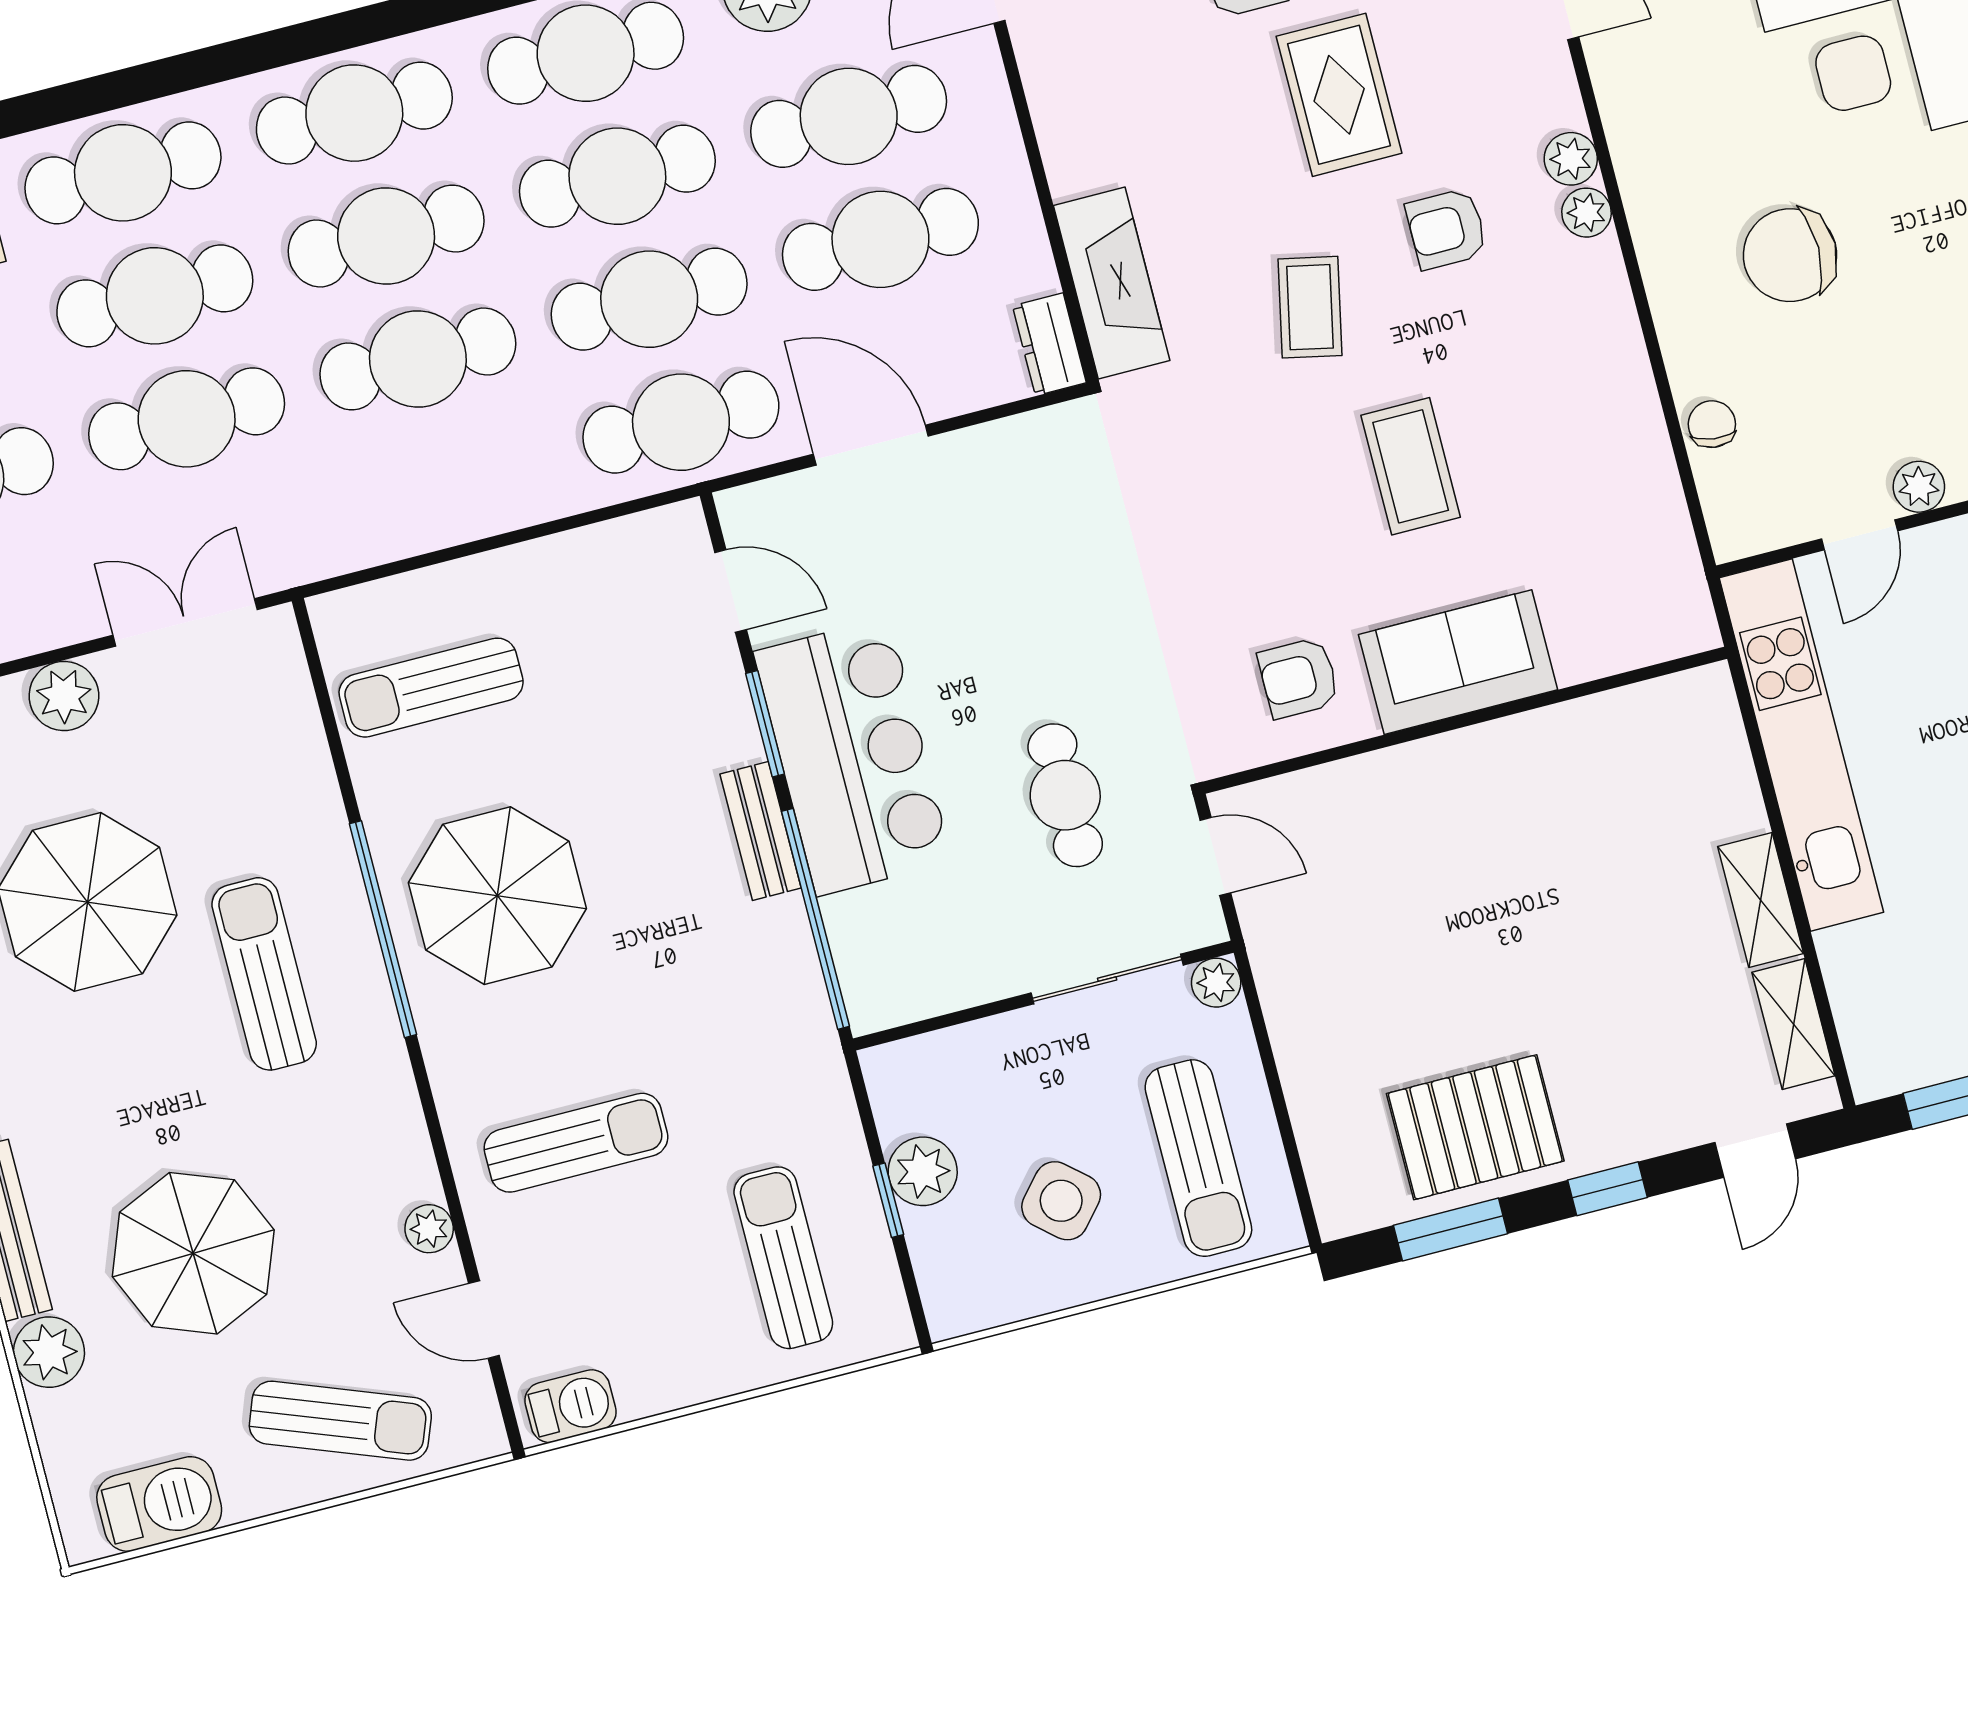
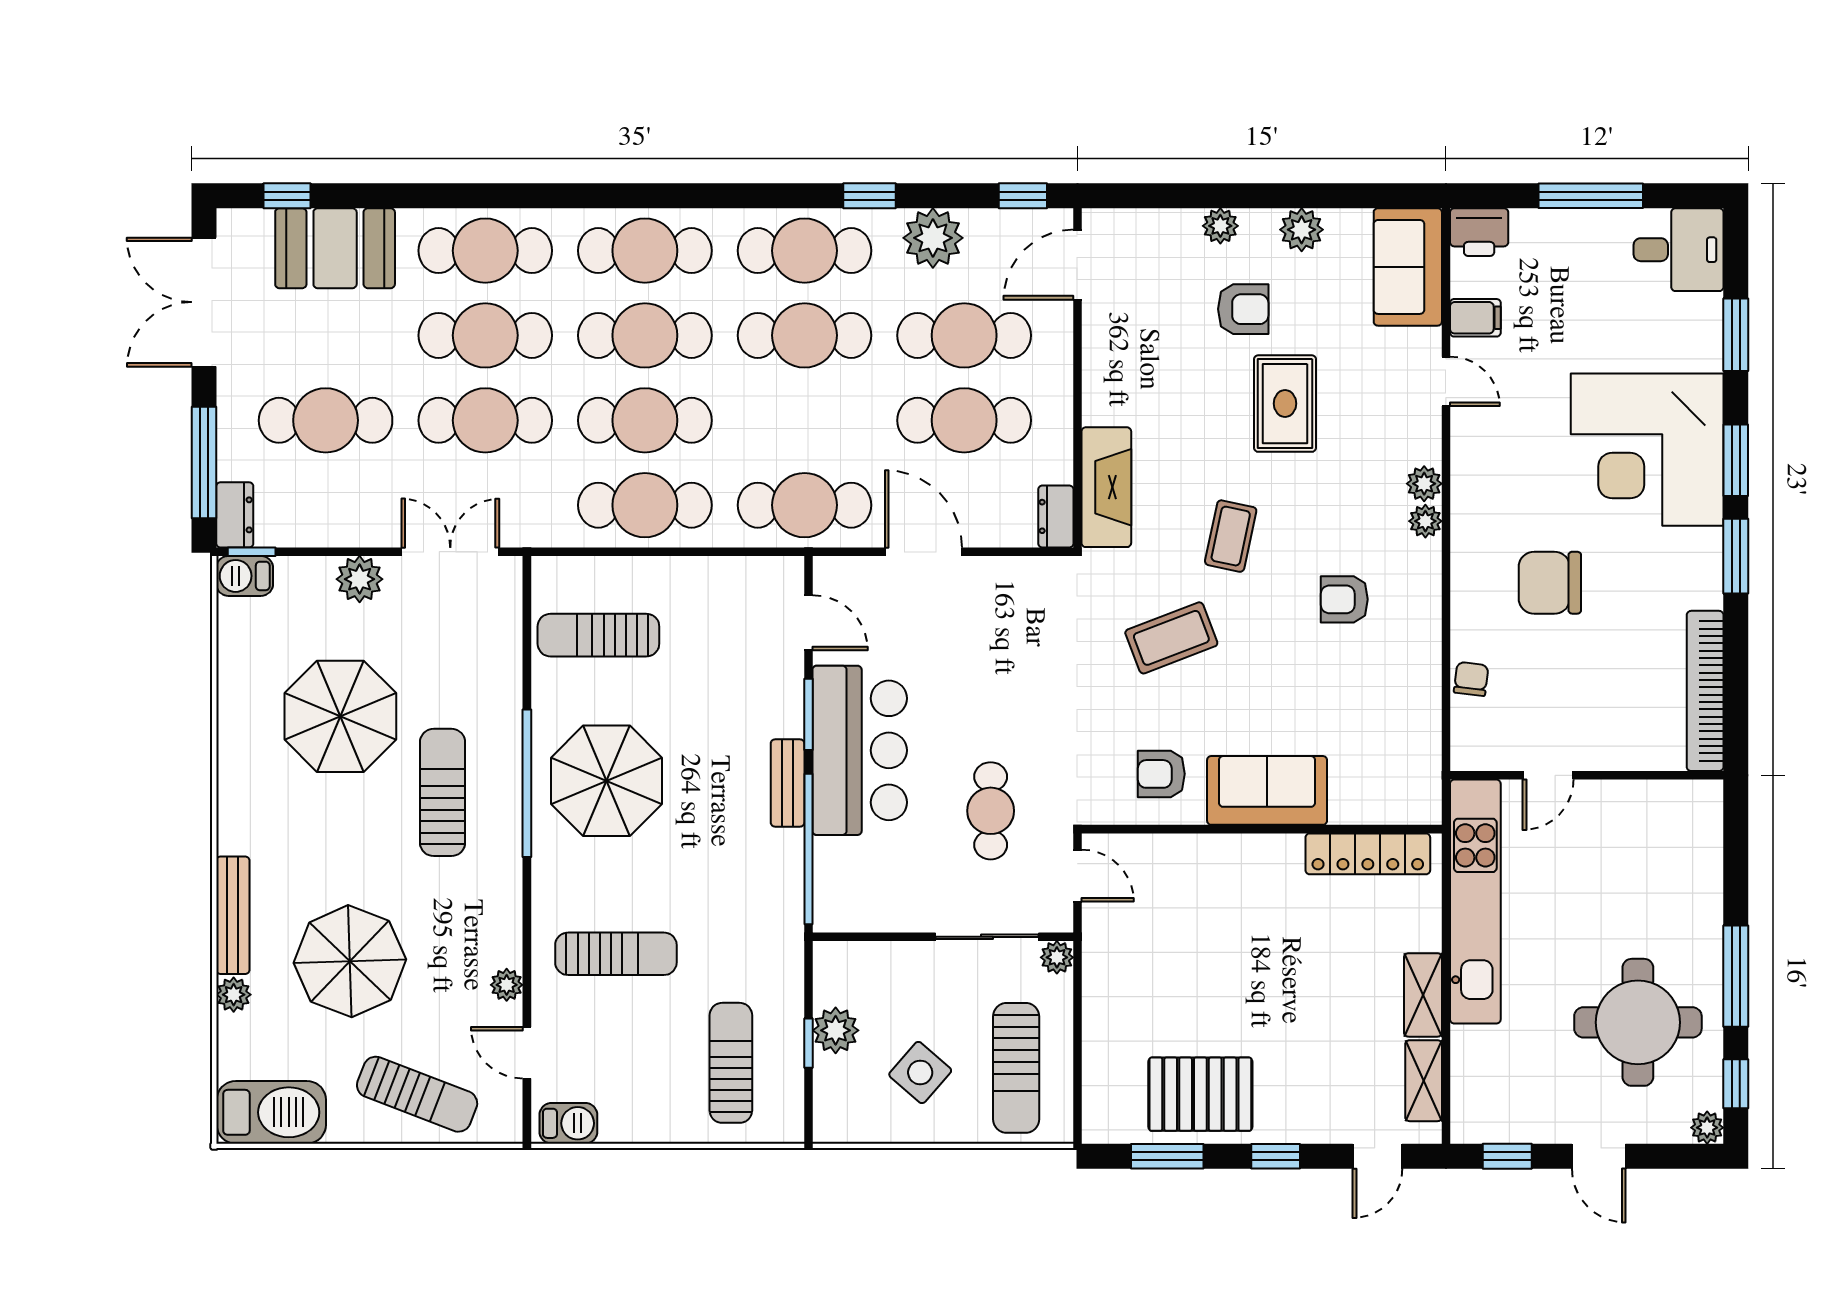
armchair: (1447, 229) -> (1344, 599), moved
cafe table: (649, 299) -> (645, 505), moved
coffee table: (1411, 466) -> (1171, 638), moved, turned 69
plant: (1919, 487) -> (1595, 754), removed
locker: (1628, 716) -> (1368, 854), added
plant: (49, 1352) -> (234, 995), width x0.73, depth x0.73
barbecue: (159, 1504) -> (271, 1112), width x1.37, depth x1.21

